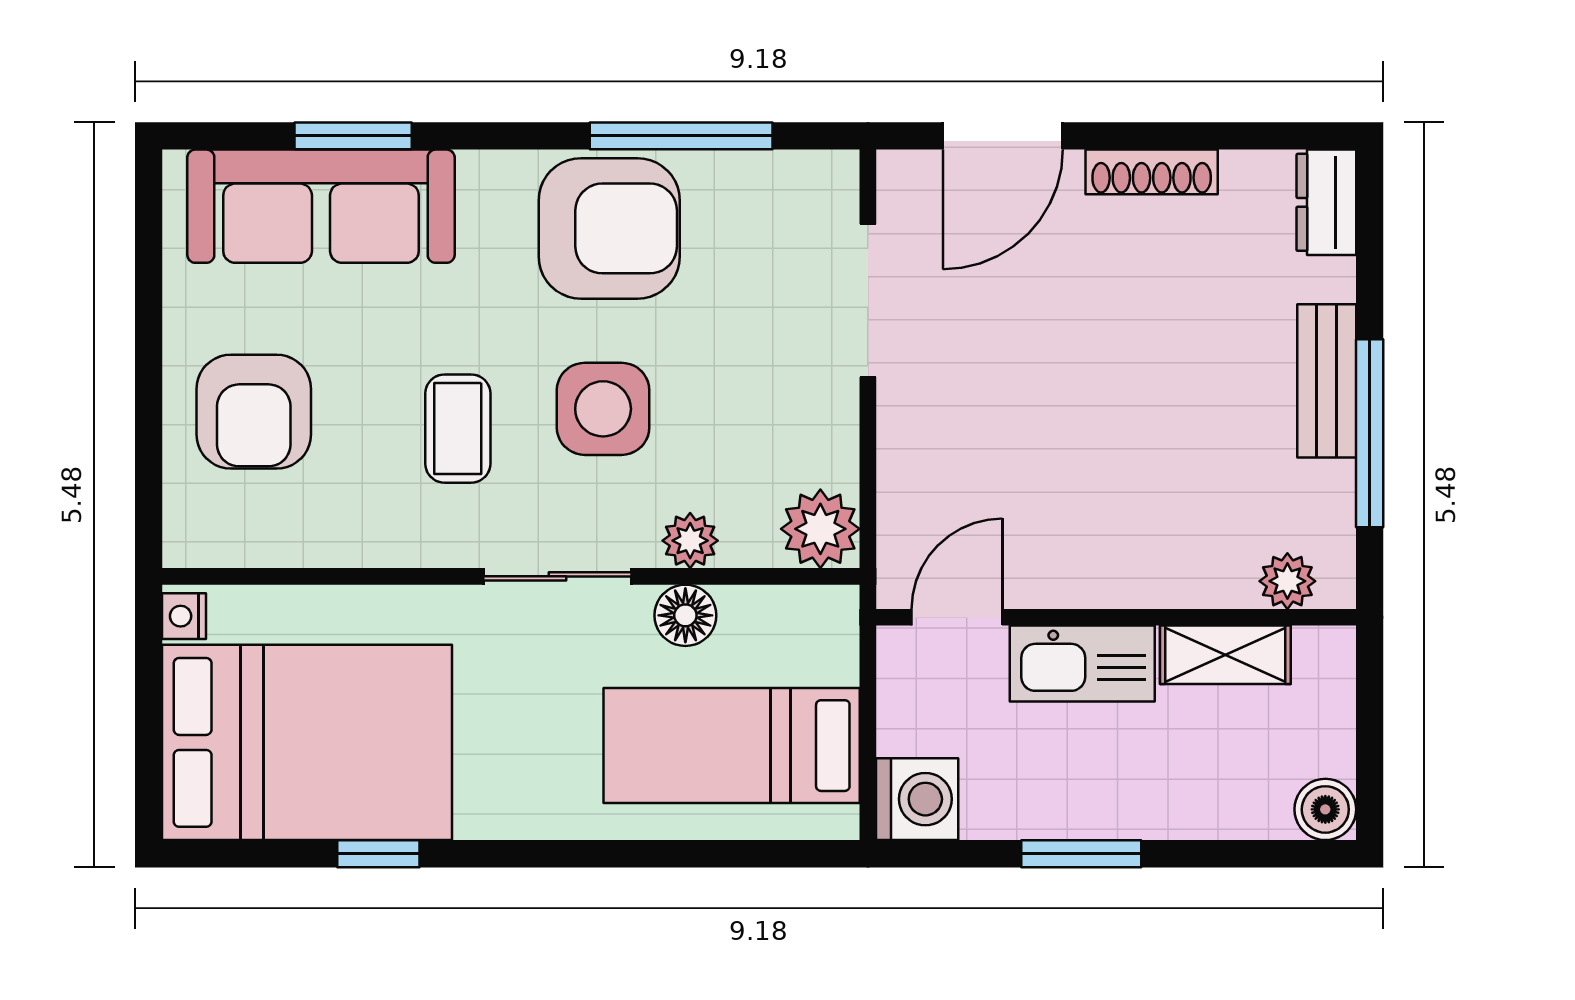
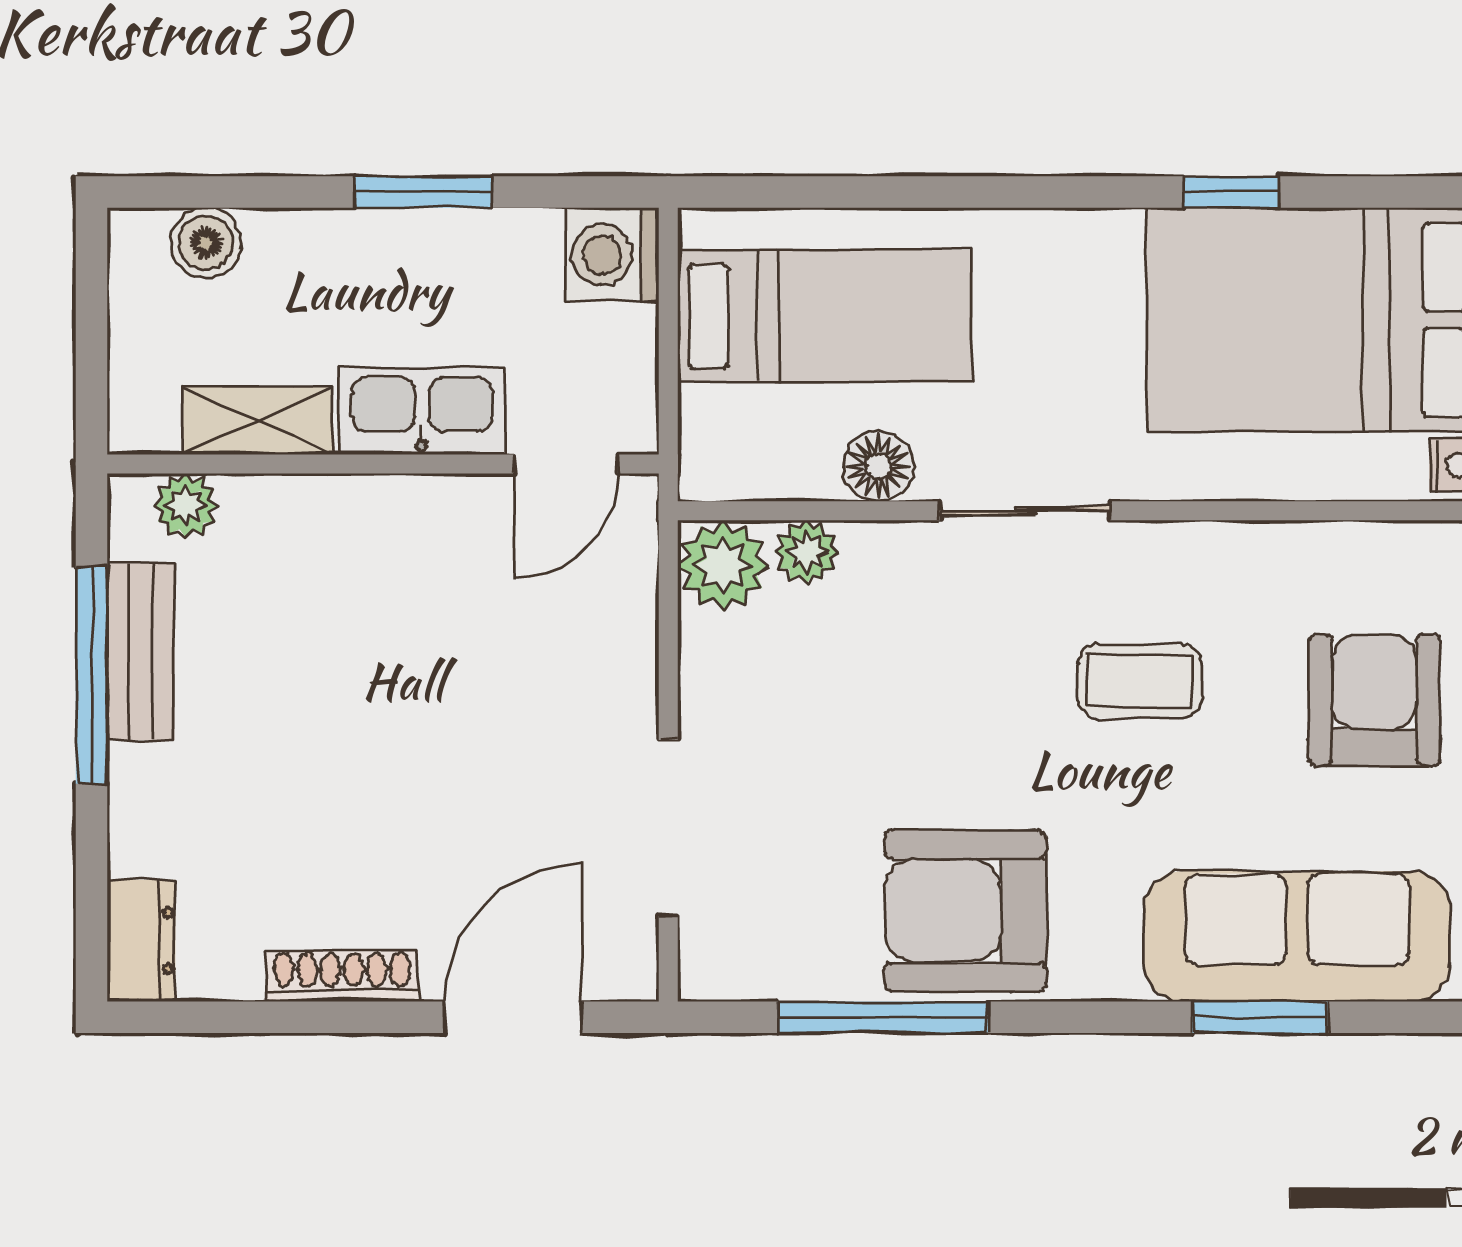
bench: (1327, 381) -> (141, 652), moved
side table: (603, 409) -> (973, 703), removed
coffee table: (458, 429) -> (1140, 681), turned 90
plant: (690, 541) -> (806, 552), moved
boiler: (1325, 809) -> (206, 243), moved

